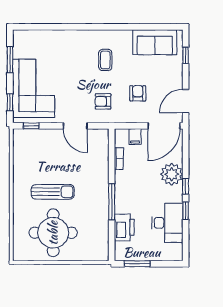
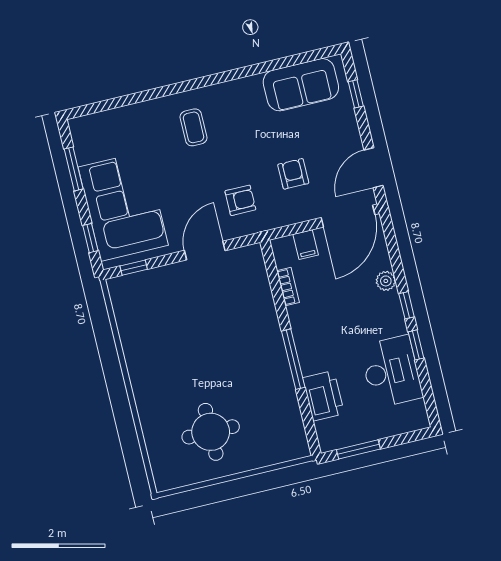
coffee table: (105, 60) -> (193, 127), moved
armchair: (103, 101) -> (240, 200), turned 180
door: (75, 126) -> (205, 251), swing flipped
plant: (172, 174) -> (386, 281), width x0.53, depth x0.53
sun lounger: (53, 192) -> (194, 366), removed
round table: (53, 233) -> (211, 432), width x0.73, depth x0.73

